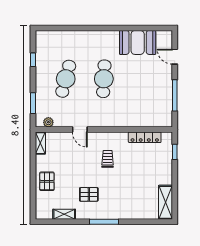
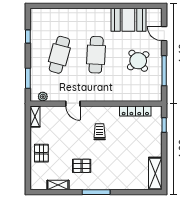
round table: (148, 85) -> (138, 61), added

